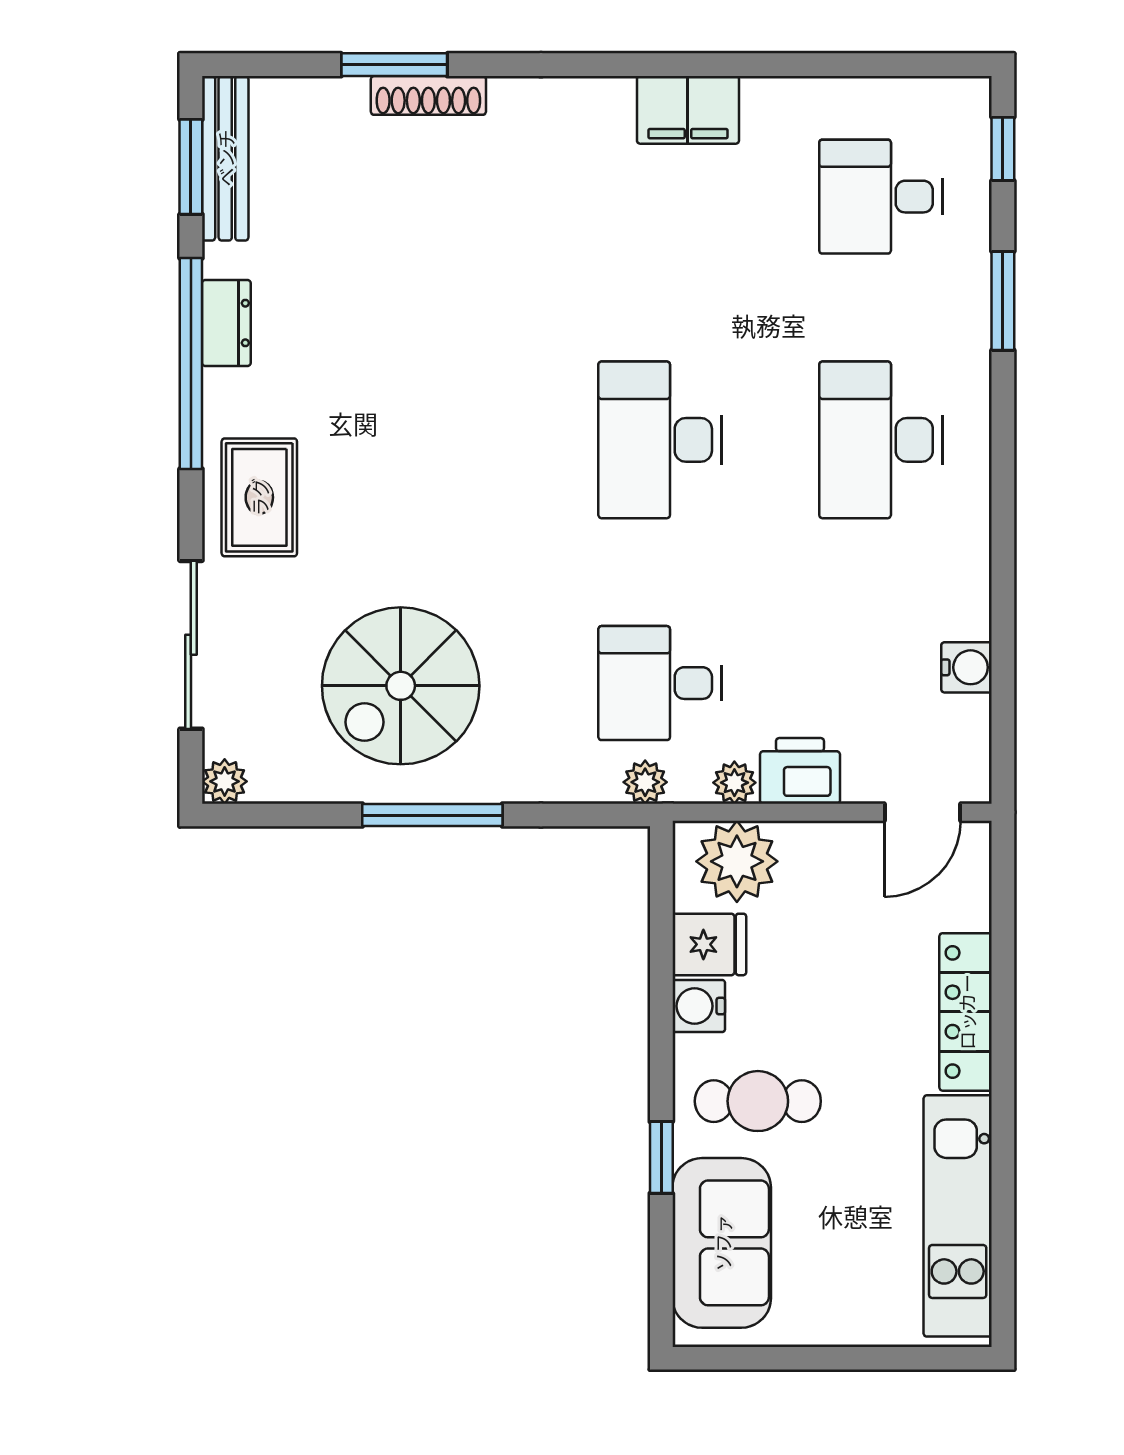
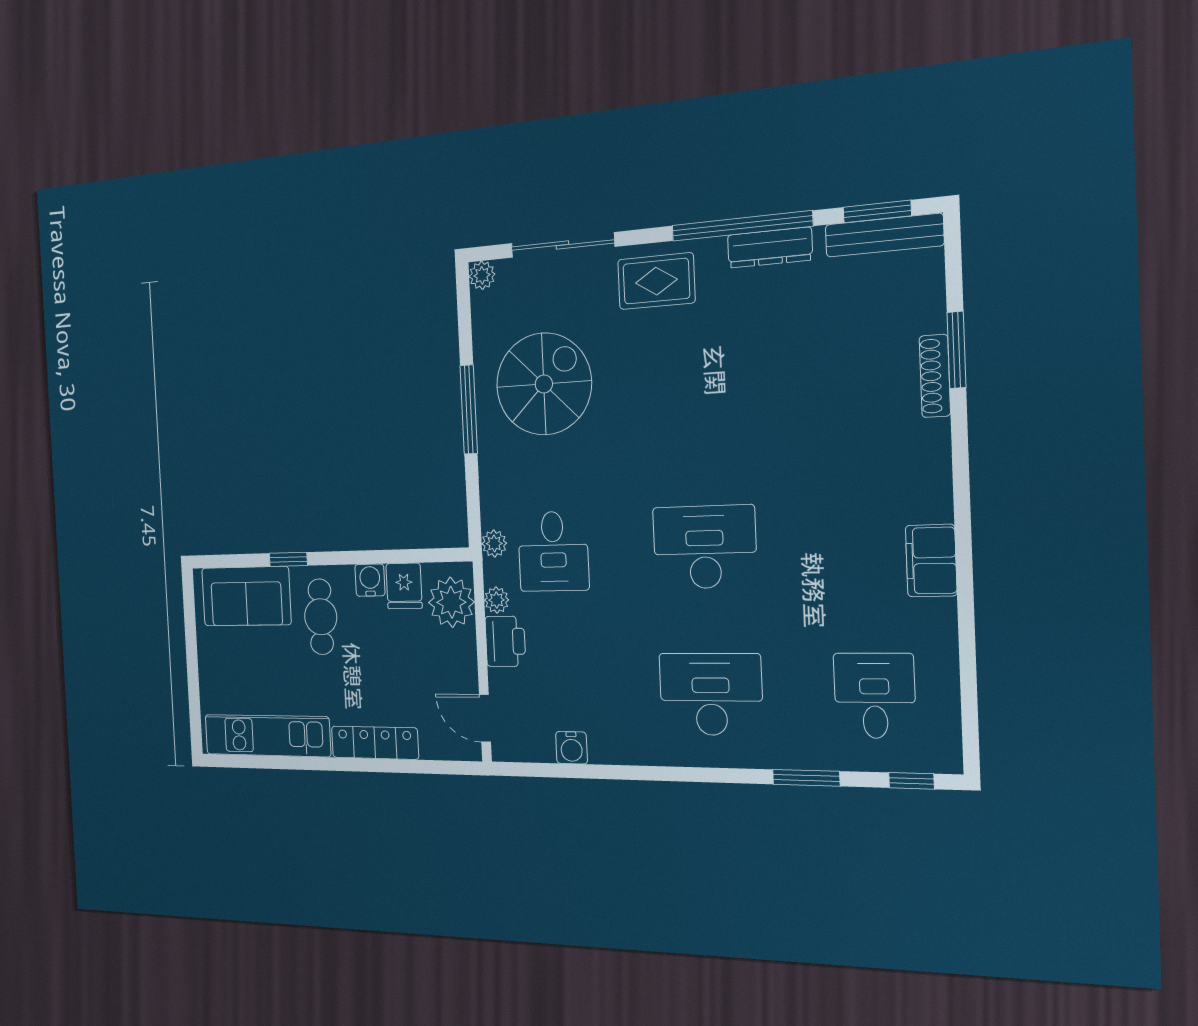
dresser: (226, 323) -> (770, 248), width x1.44
desk: (660, 683) -> (553, 551), turned 180
spiral stairs: (401, 686) -> (544, 384), turned 90

